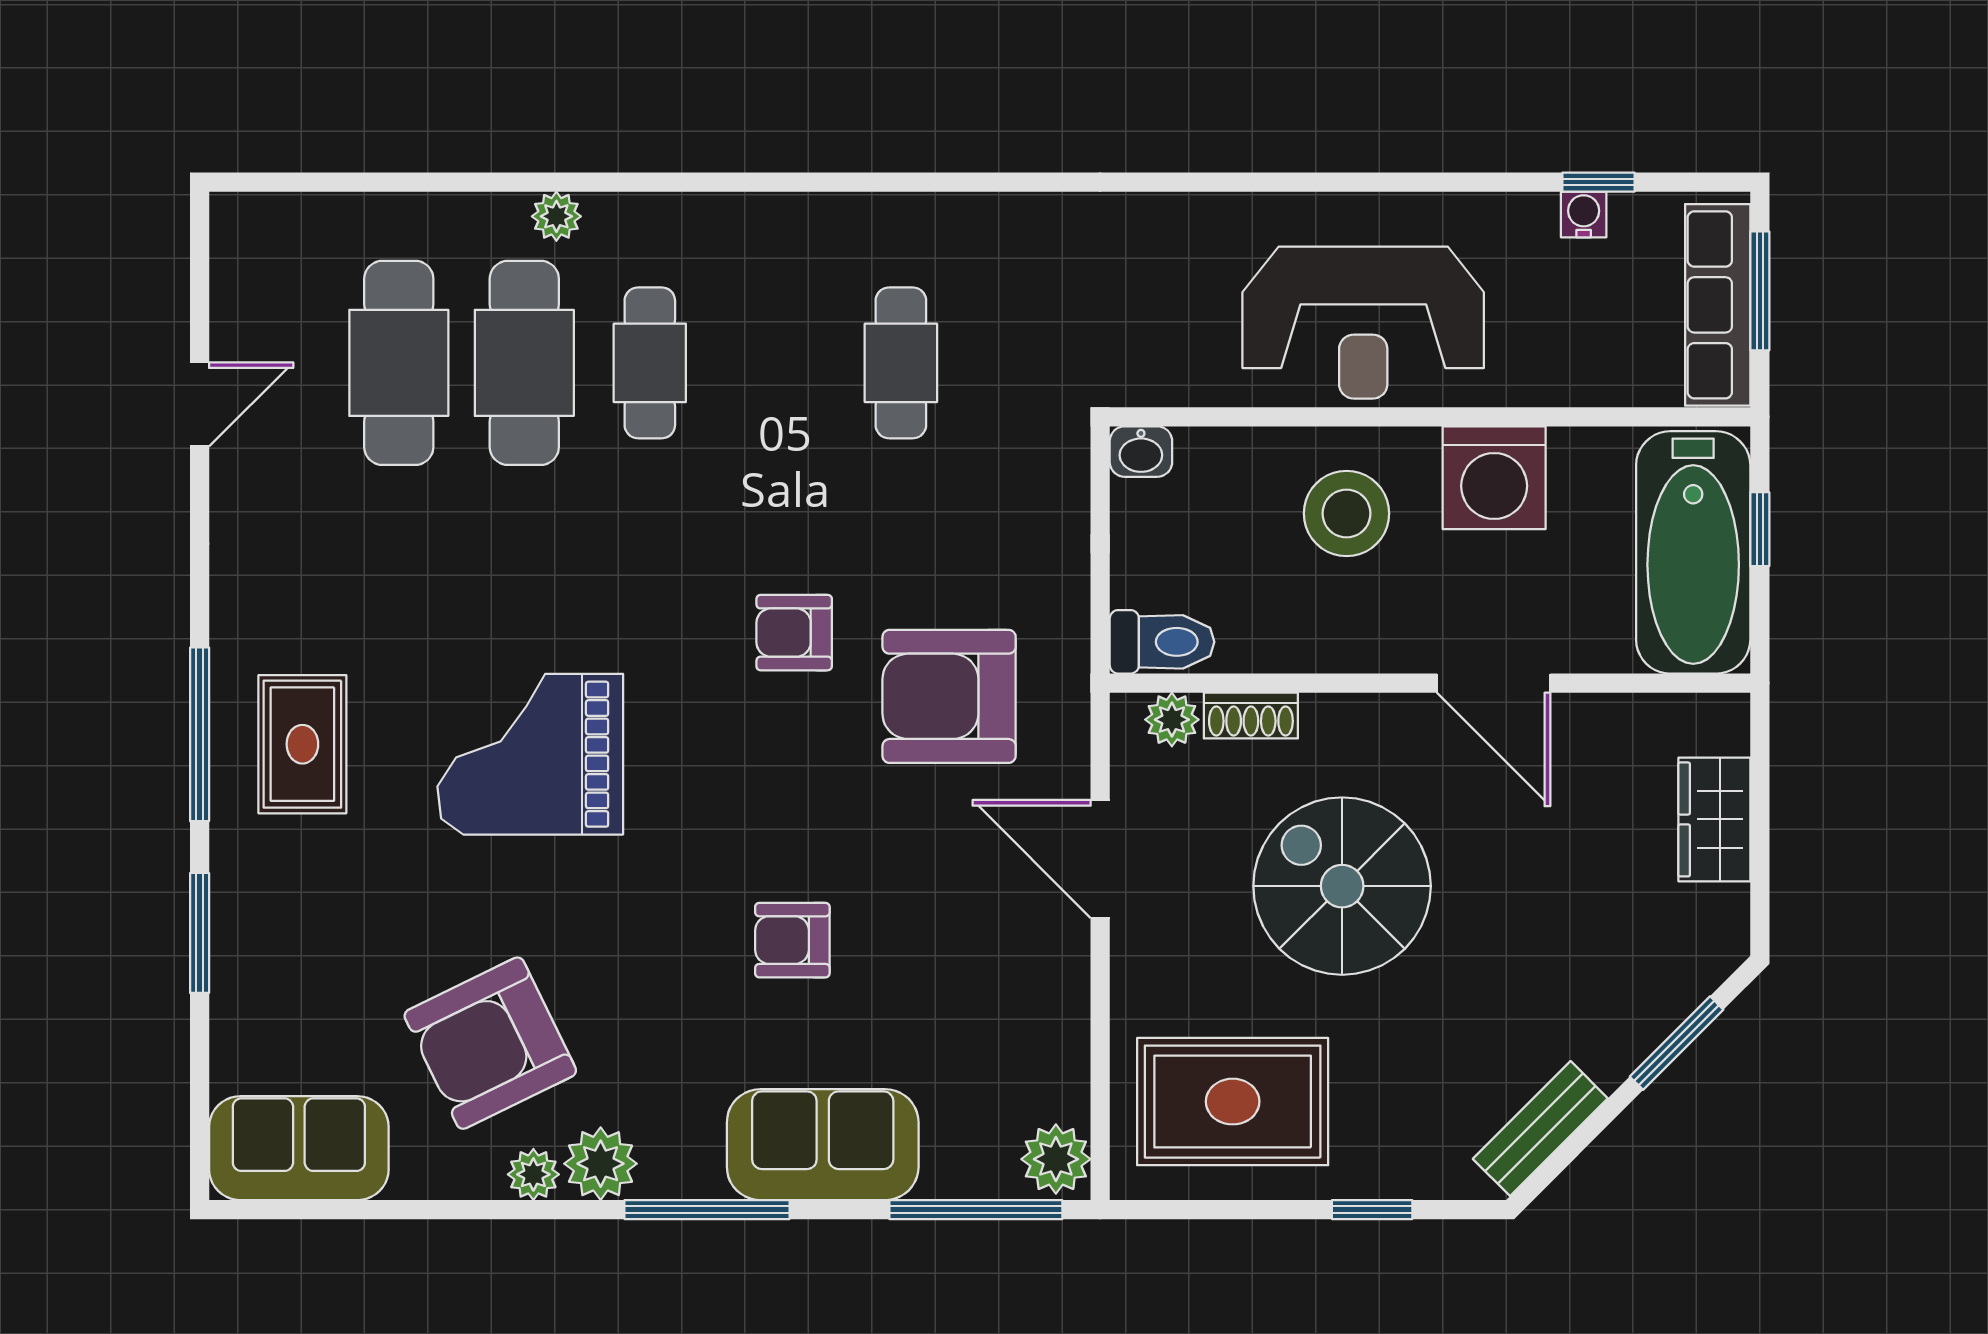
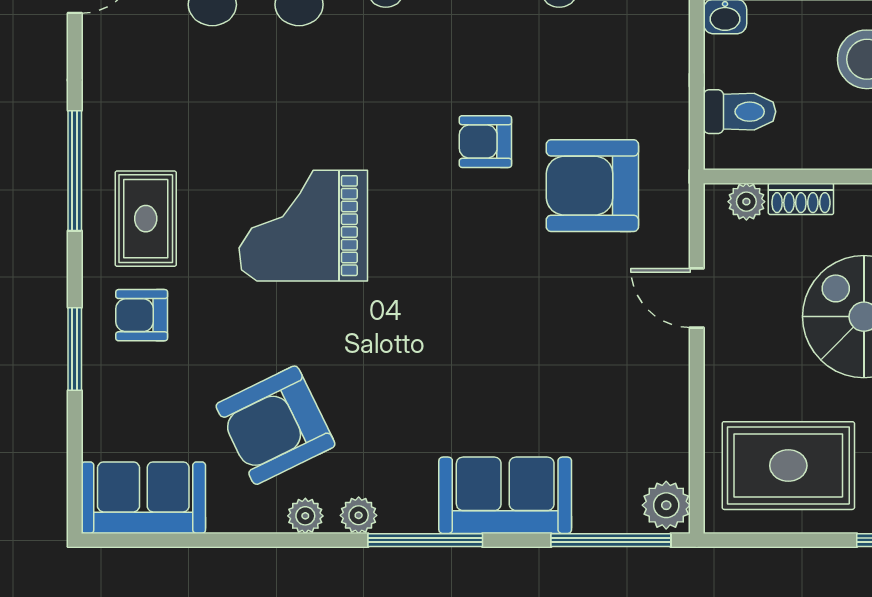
toilet: (1162, 642) -> (740, 112), moved
window: (200, 734) -> (75, 171), moved
door: (1100, 859) -> (697, 298), width x0.73
armchair: (792, 940) -> (142, 315), moved
plant: (601, 1164) -> (359, 515), width x0.73, depth x0.73

